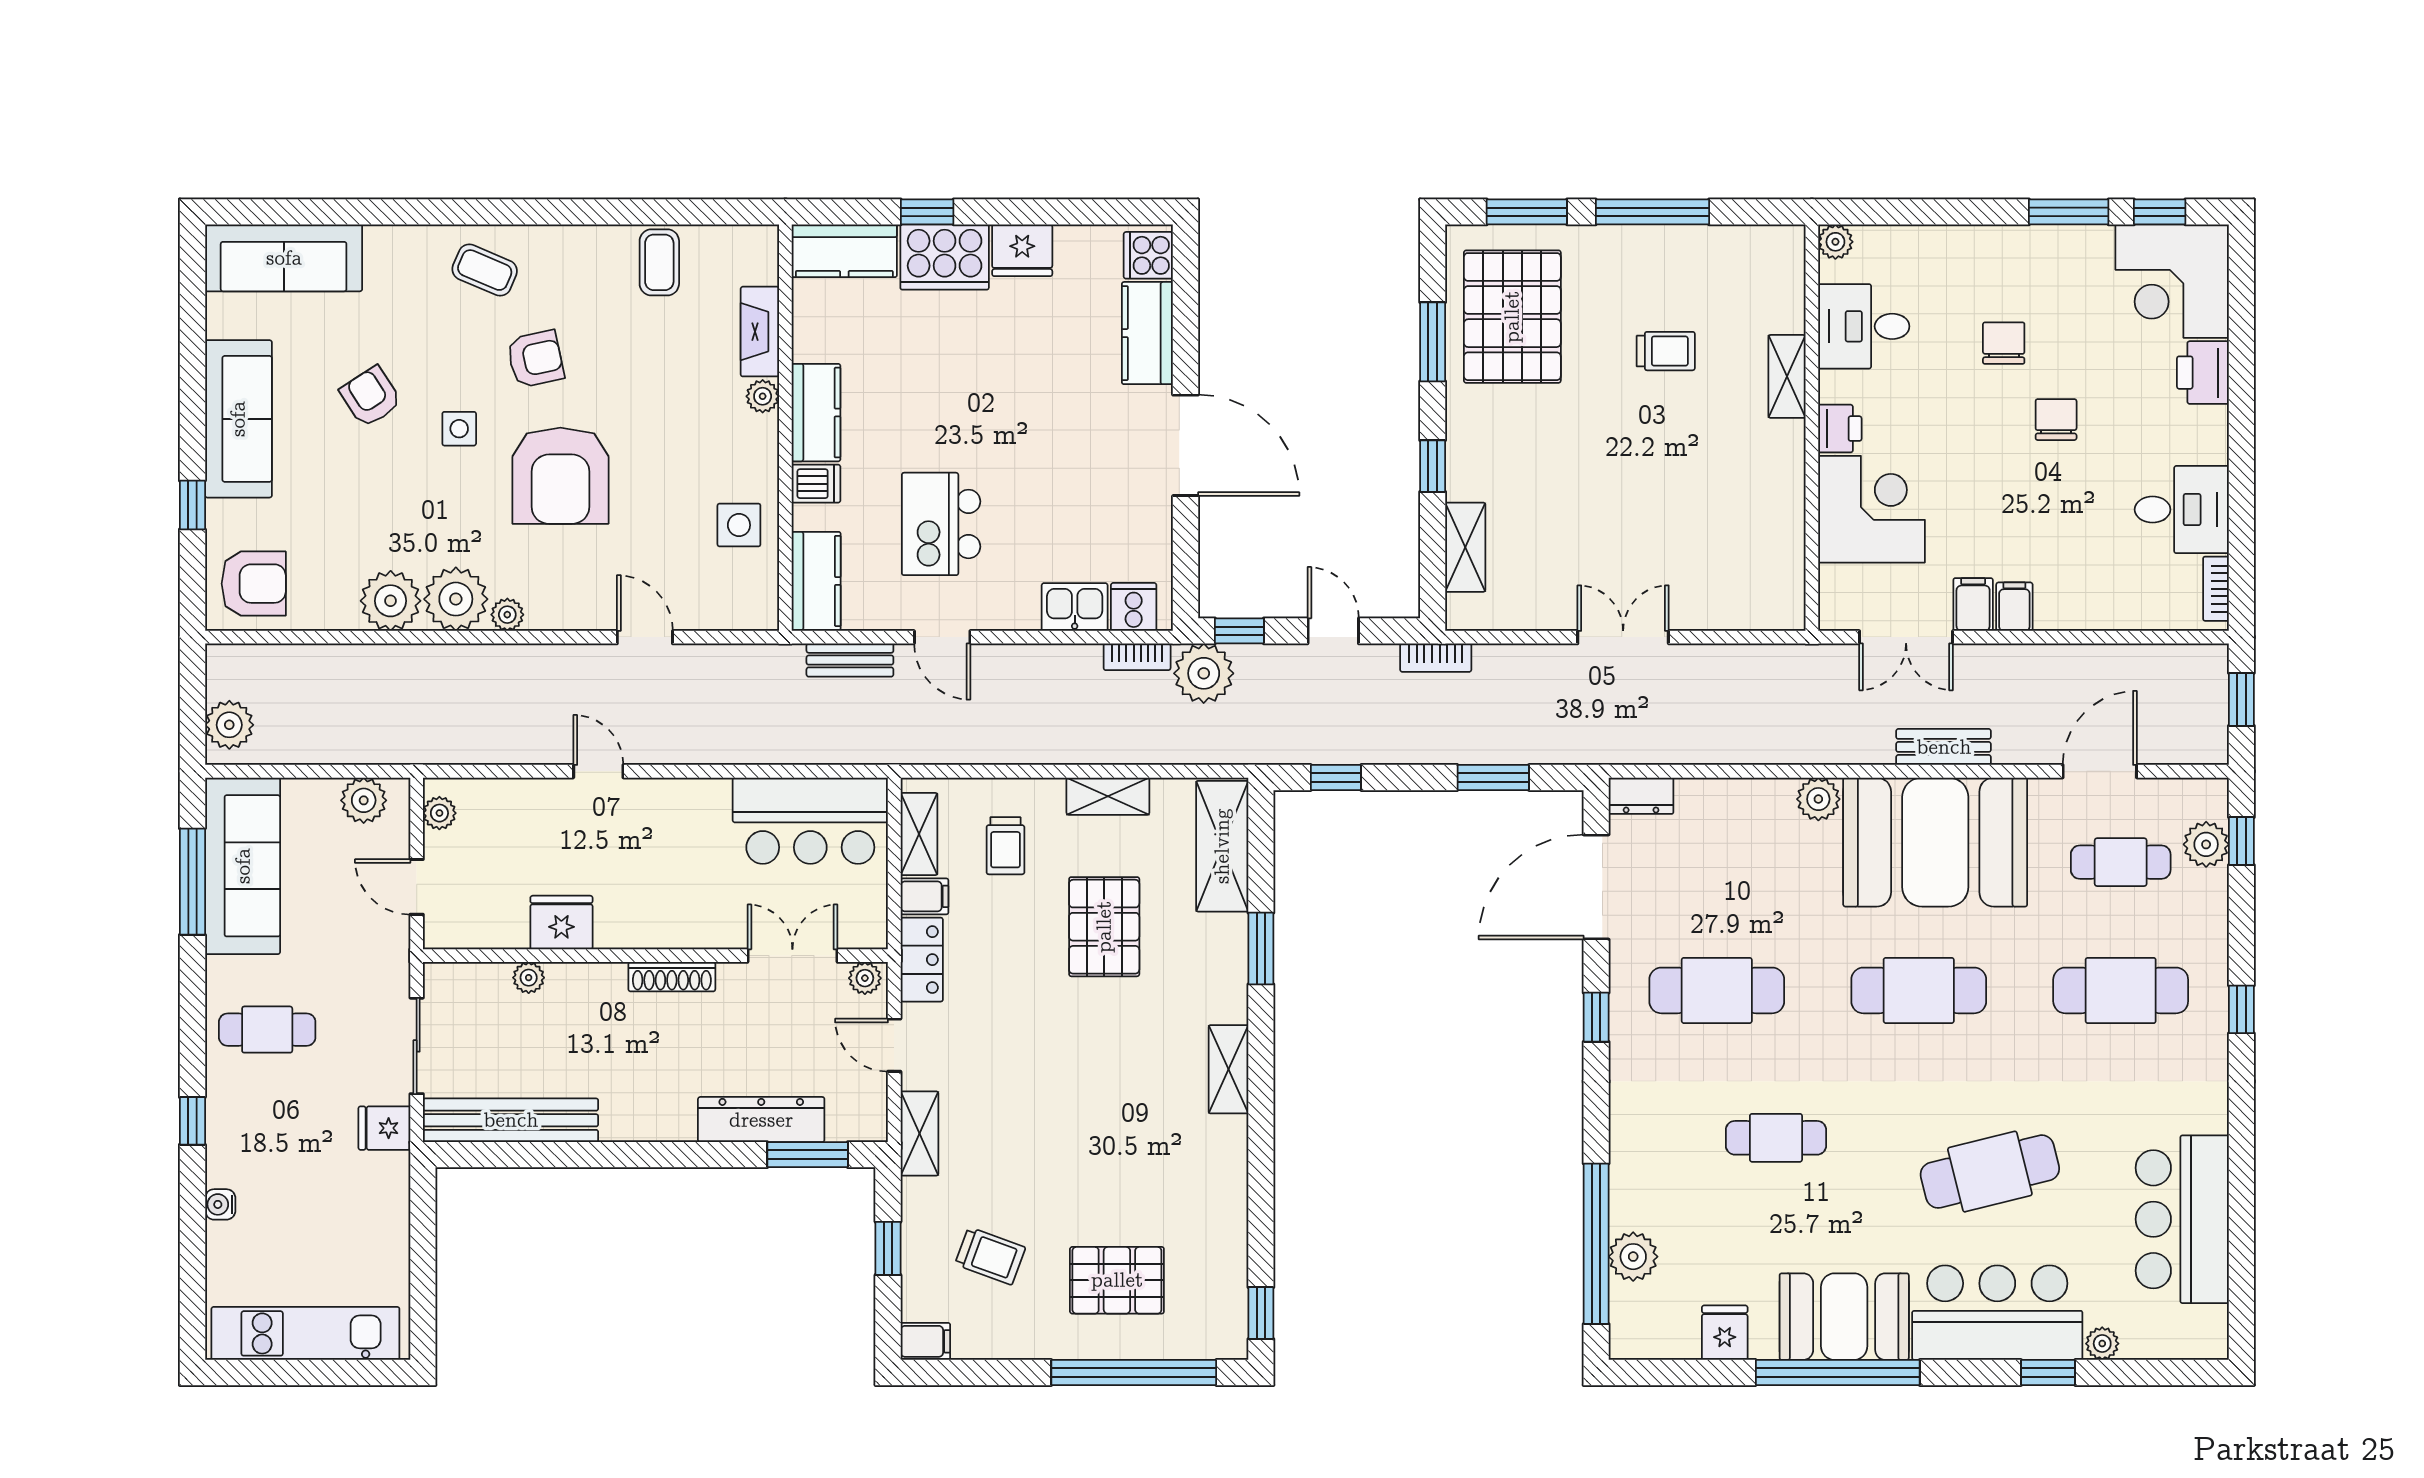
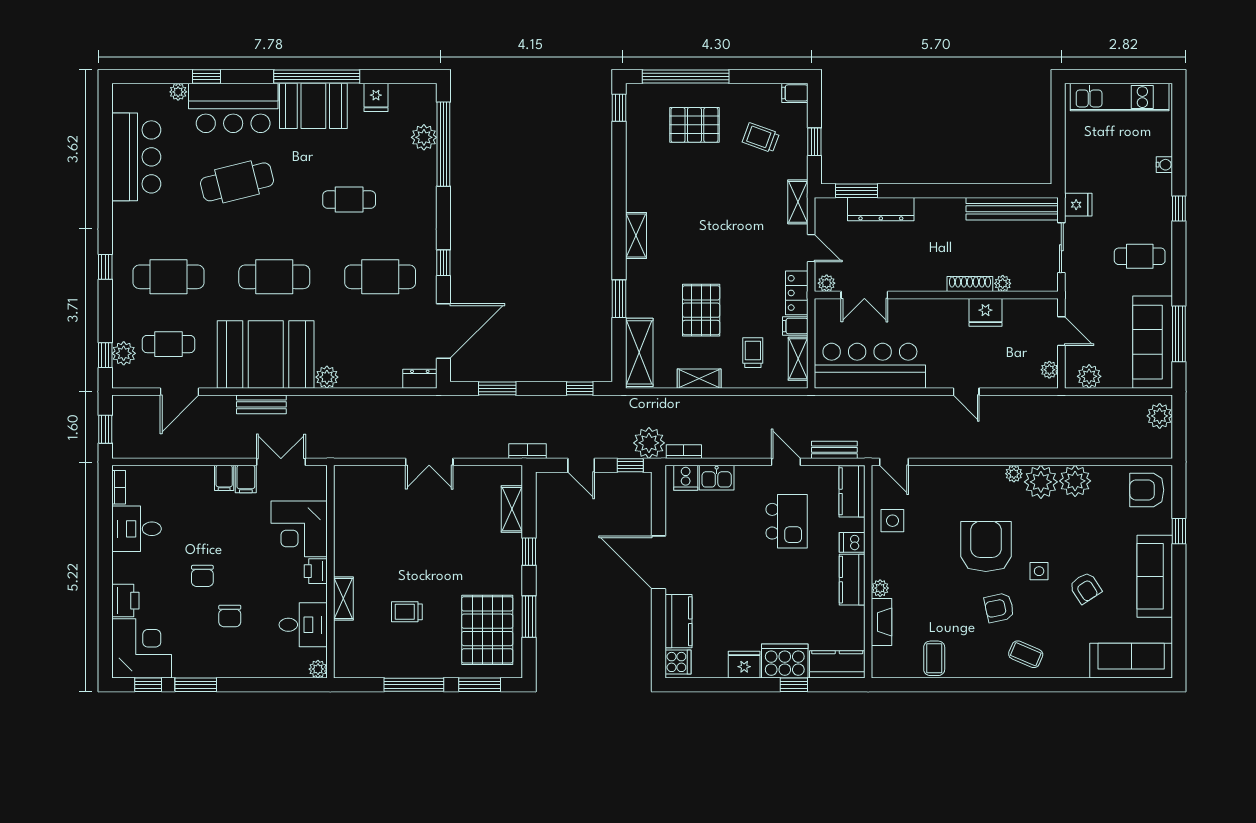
door: (645, 637) -> (894, 462), moved
bar counter: (810, 821) -> (870, 366), width x1.36
shoe rack: (672, 977) -> (970, 284), moved

